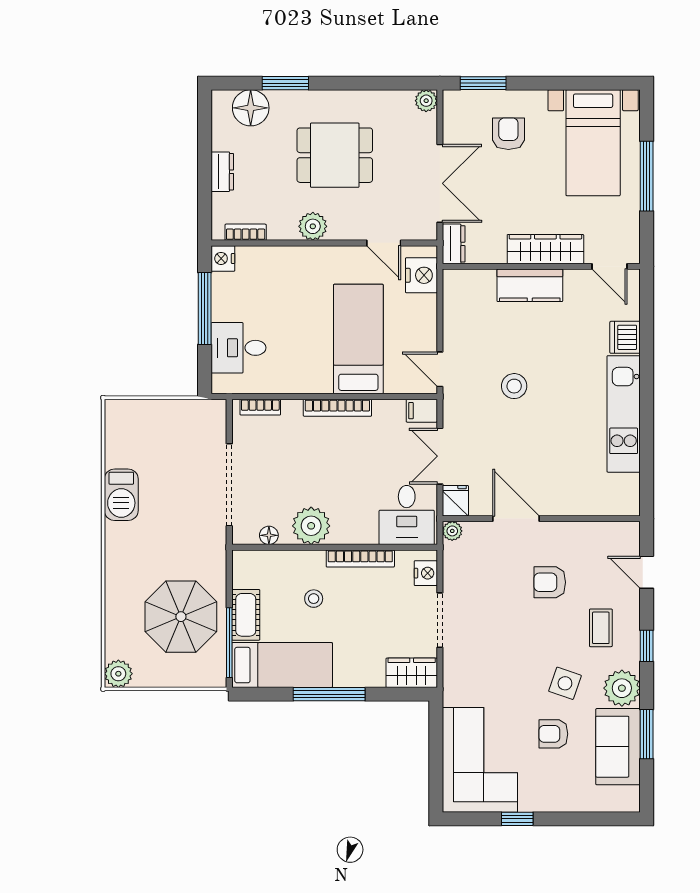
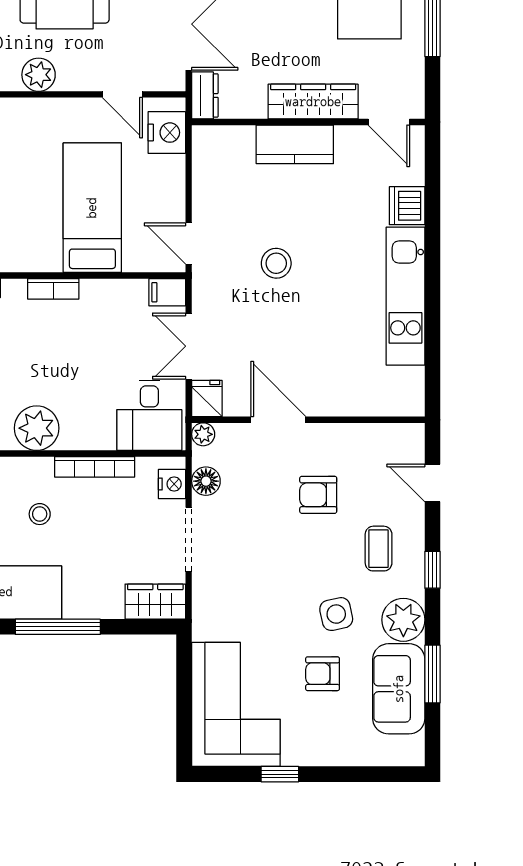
bookcase: (337, 408) -> (53, 289), width x0.64
floor lamp: (455, 571) -> (206, 481), added
side table: (565, 683) -> (336, 614), turned -31

